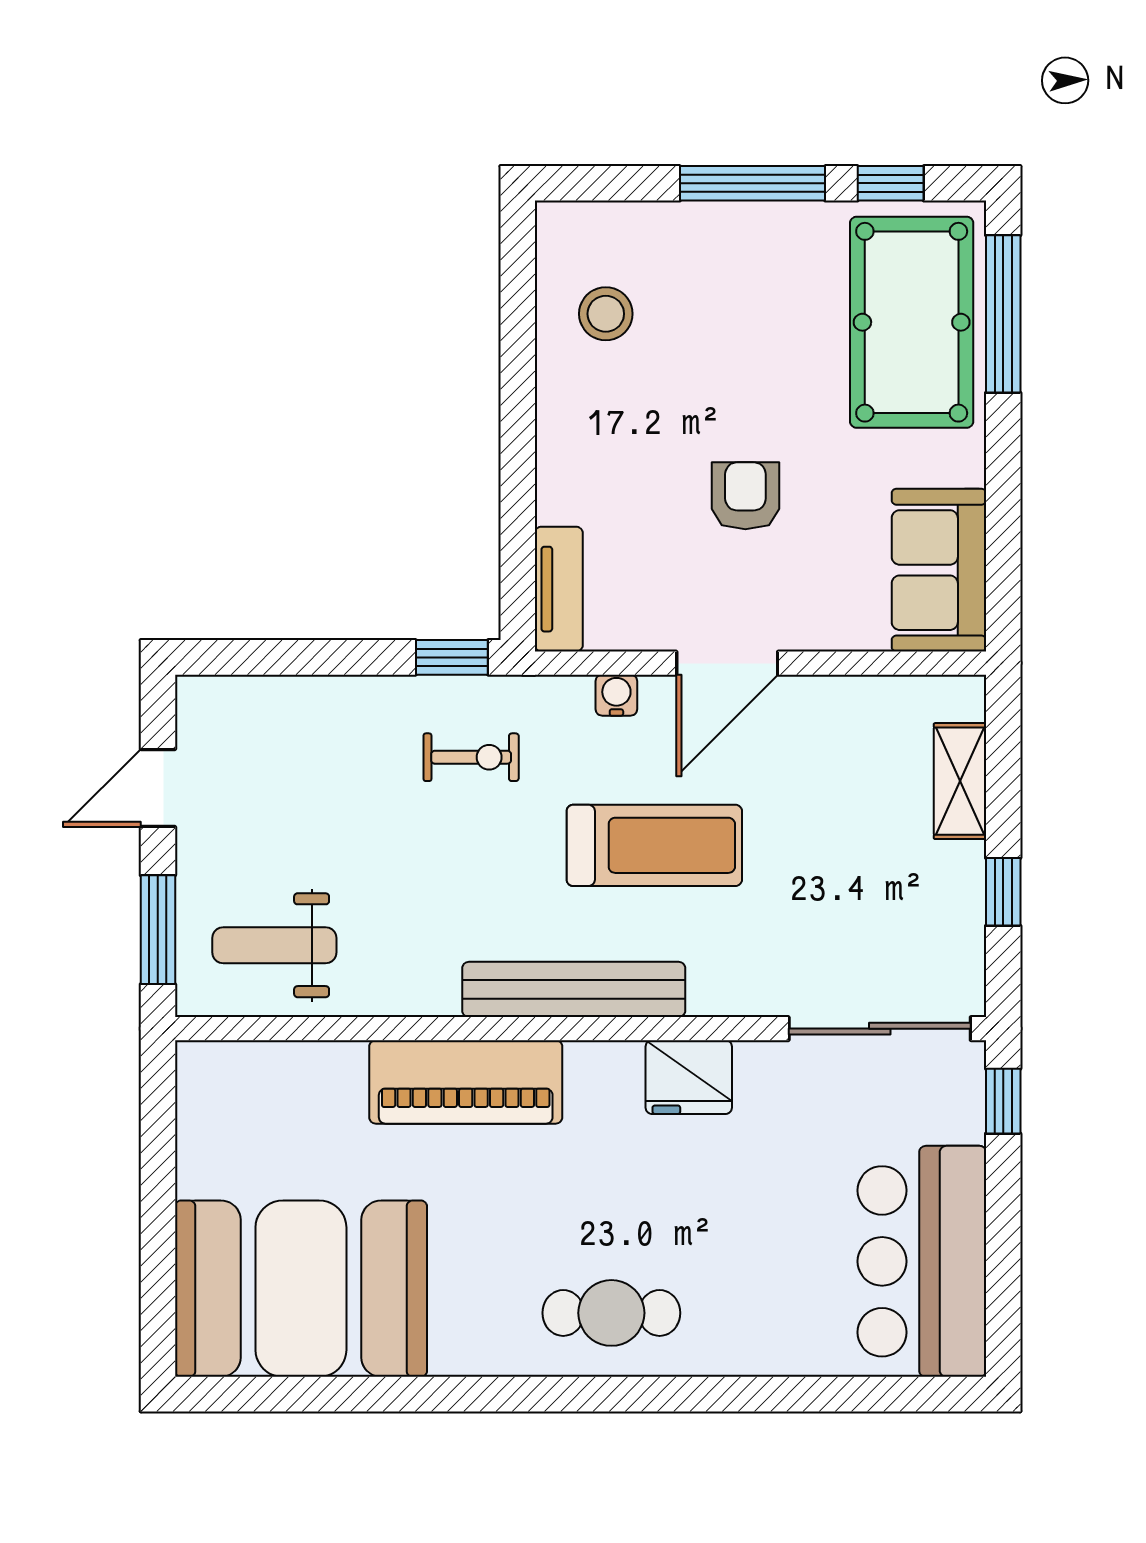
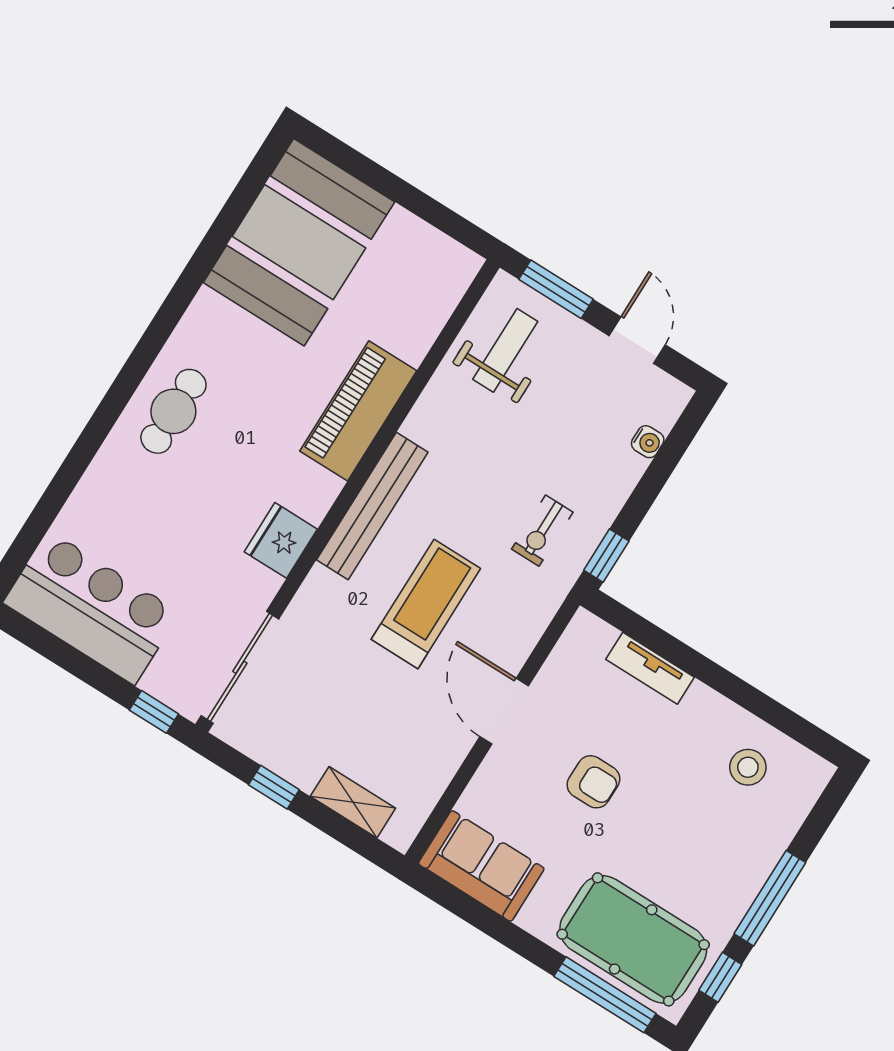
tv unit: (559, 589) -> (650, 668), moved
water cooler: (616, 695) -> (648, 442), moved
treadmill: (654, 845) -> (426, 604), turned 180

